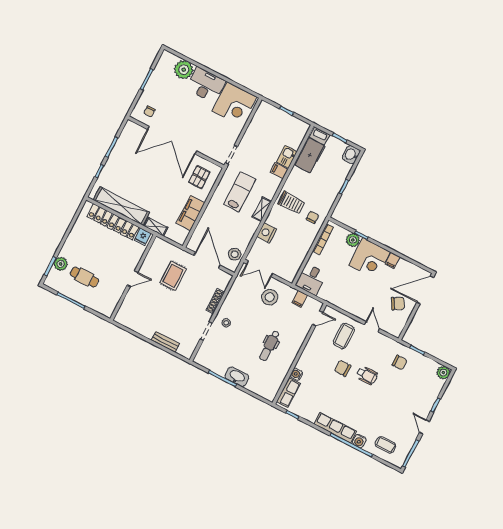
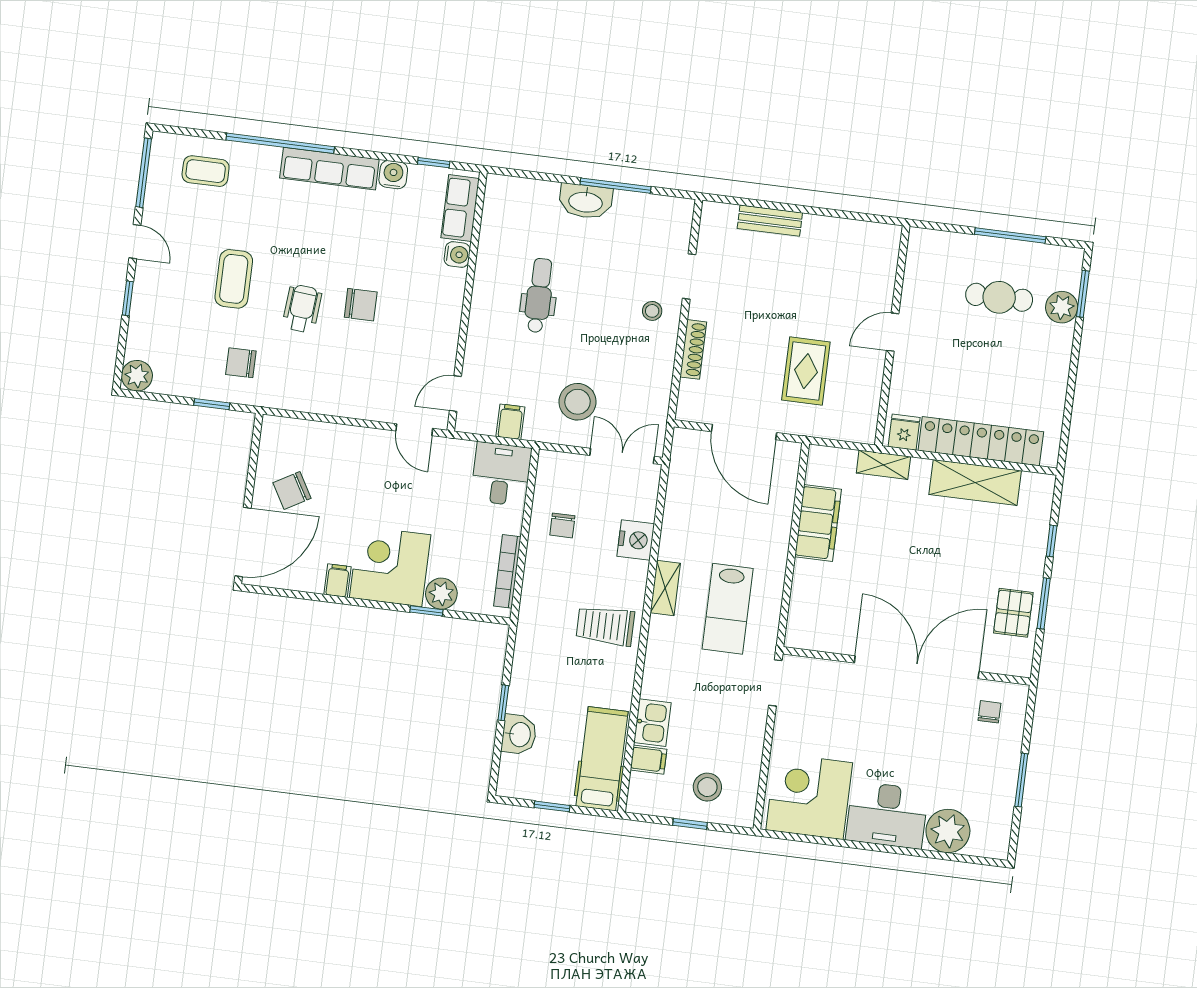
washbasin: (351, 155) -> (519, 734), moved
filing cabinet: (279, 171) -> (649, 760), moved
pallet: (199, 177) -> (1013, 613), moved
shelving: (121, 206) -> (975, 482), width x0.68
chair: (313, 217) -> (562, 525), moved
stool: (235, 254) -> (707, 787), moved
door: (372, 327) -> (414, 430), moved
coffee table: (344, 336) -> (234, 279), moved
wheelchair: (367, 375) -> (302, 309), turned 95
water cooler: (359, 441) -> (393, 175), moved

